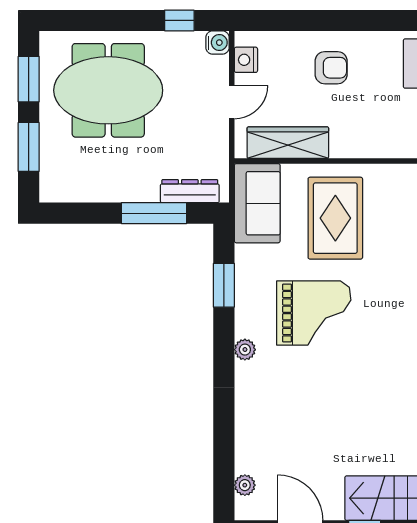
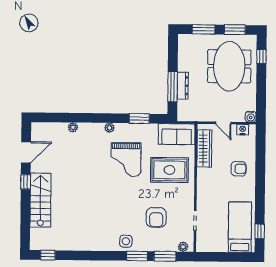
window: (179, 20) -> (261, 56), moved
armchair: (331, 68) -> (239, 169), turned -90
dresser: (190, 191) -> (183, 86), moved
plant: (245, 485) -> (73, 127), moved

